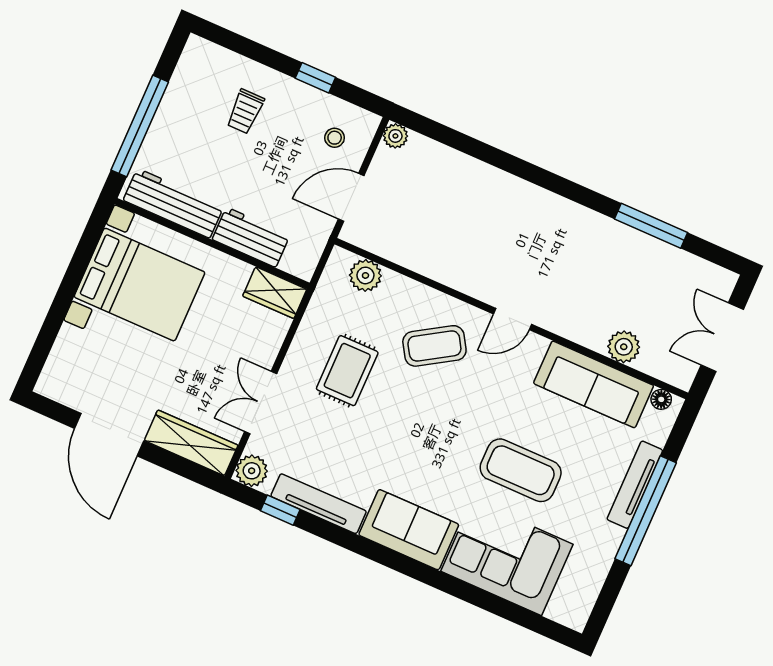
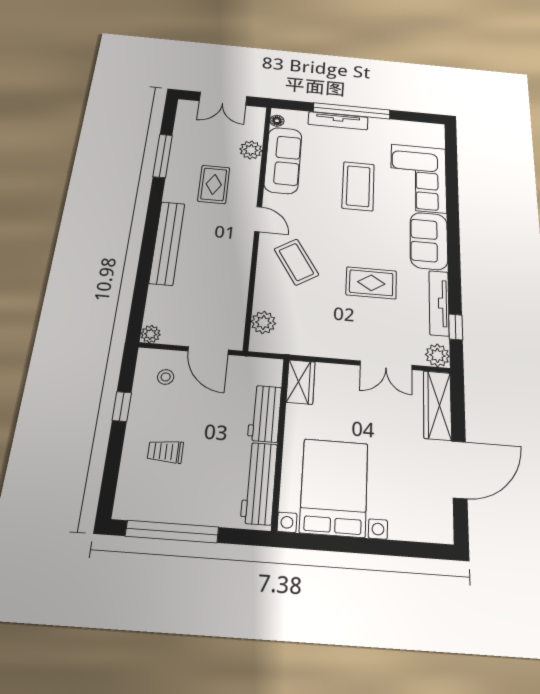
trolley: (245, 111) -> (165, 452), turned 180
window: (140, 126) -> (172, 532), moved
bench: (515, 192) -> (167, 243), added
rug: (584, 279) -> (214, 184), added
rug: (347, 371) -> (371, 283), moved

